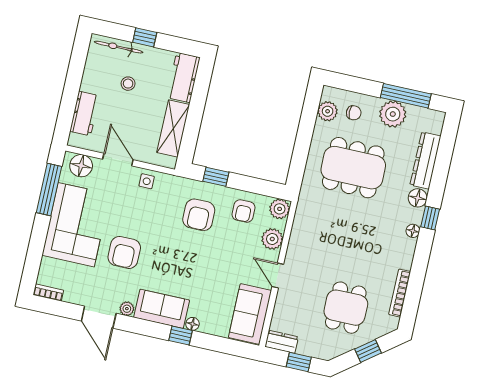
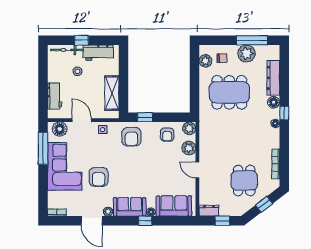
workbench: (183, 77) -> (98, 53), moved, turned -90
armchair: (199, 215) -> (131, 137), moved
sofa: (250, 314) -> (174, 206), moved, turned 90

